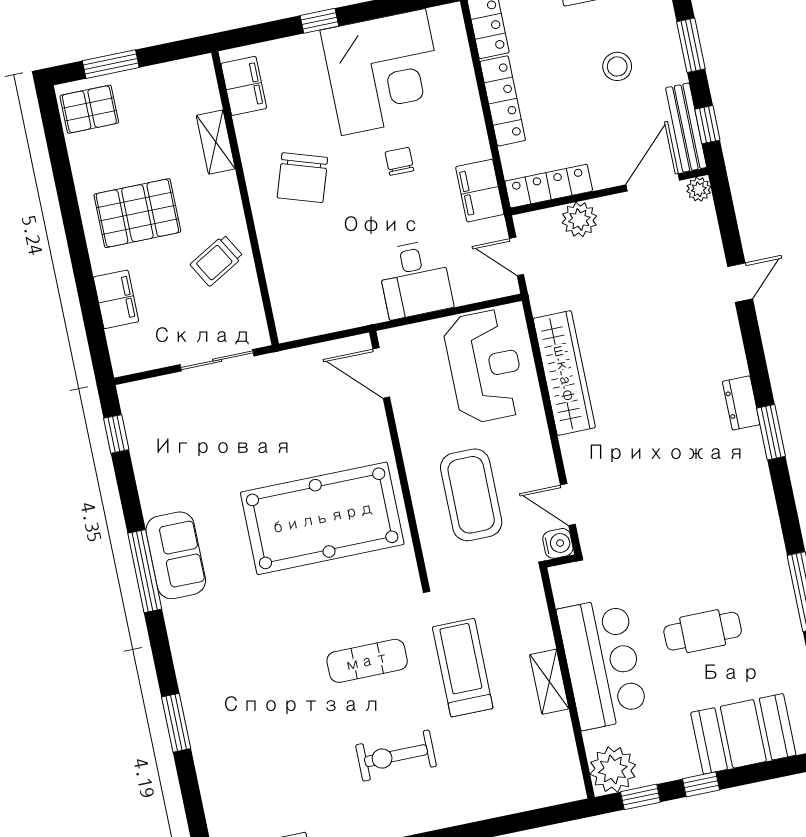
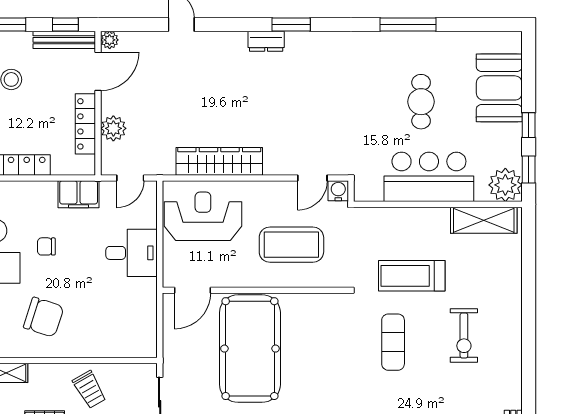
door: (653, 182) -> (98, 71), swing flipped
locker: (549, 186) -> (85, 124), moved
pool table: (322, 518) -> (250, 349), moved
shelving: (549, 682) -> (484, 220), moved, width x1.50, depth x1.33

